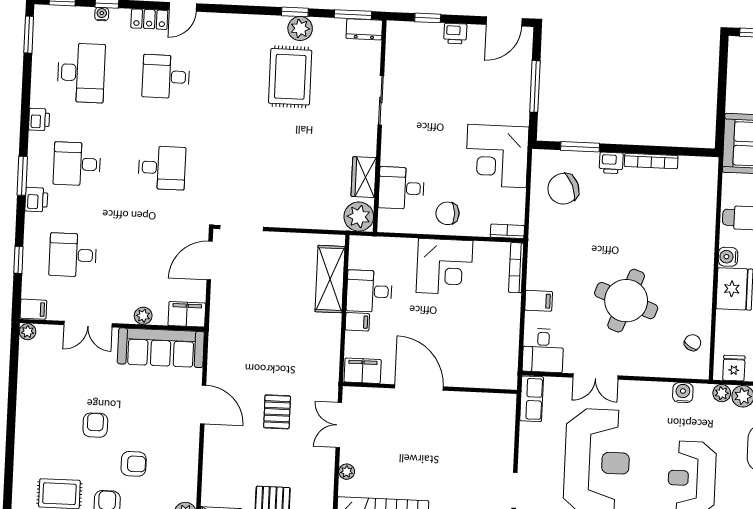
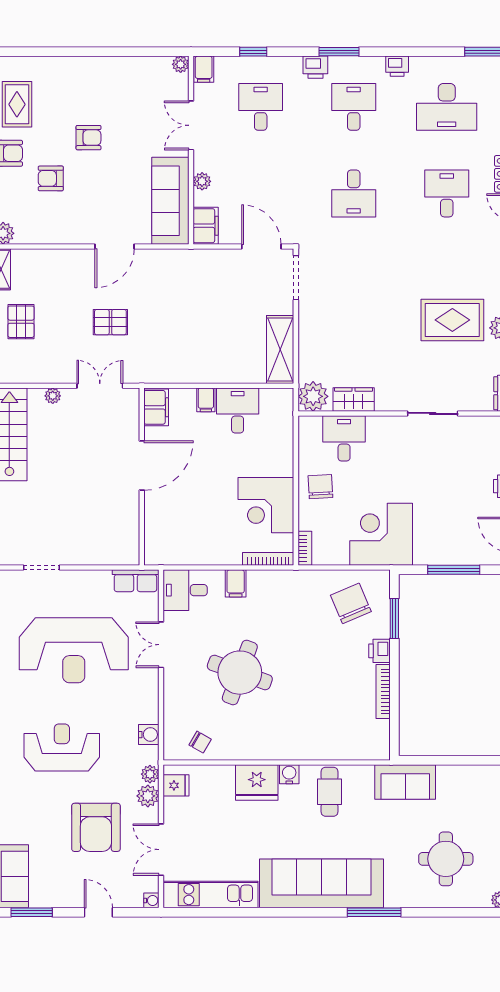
corner desk: (445, 267) -> (266, 505), moved
shelving: (330, 279) -> (280, 349), moved, turned 90
armchair: (134, 464) -> (51, 178), turned 90

